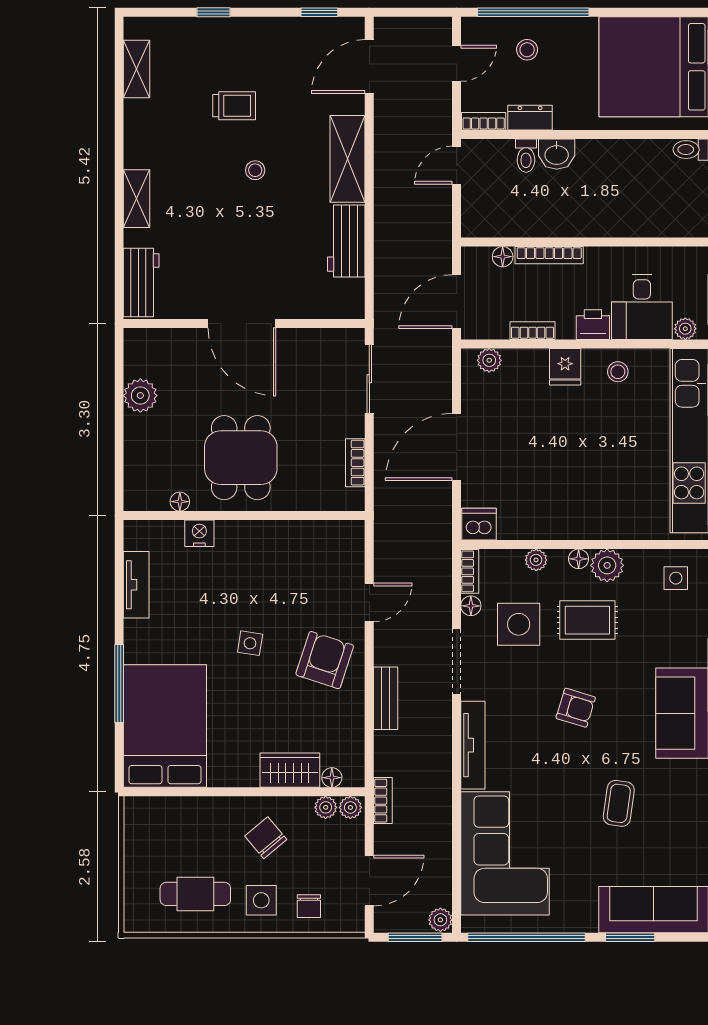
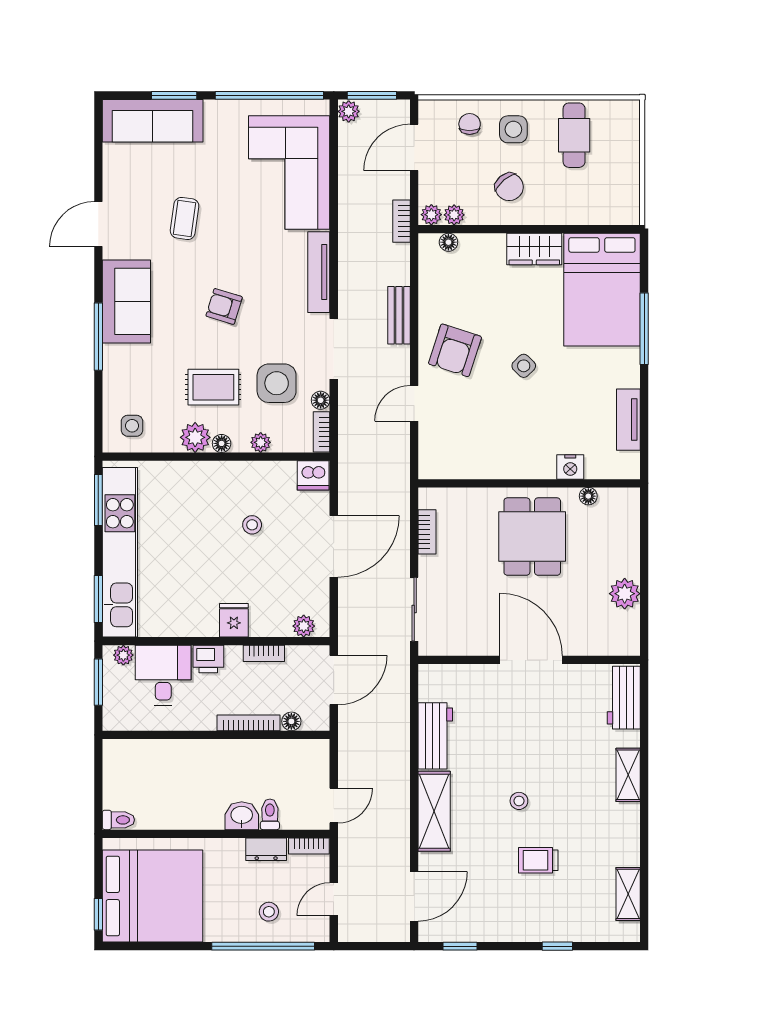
stool: (618, 372) -> (252, 525), moved
side table: (250, 643) -> (524, 366), turned 36
wardrobe: (290, 770) -> (534, 249), moved
cafe table: (195, 894) -> (574, 135), turned 90

